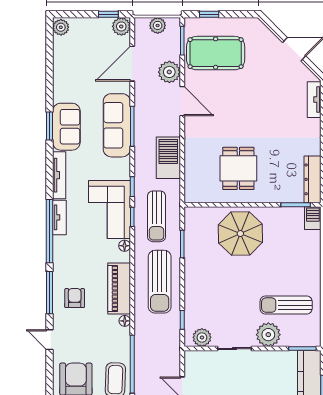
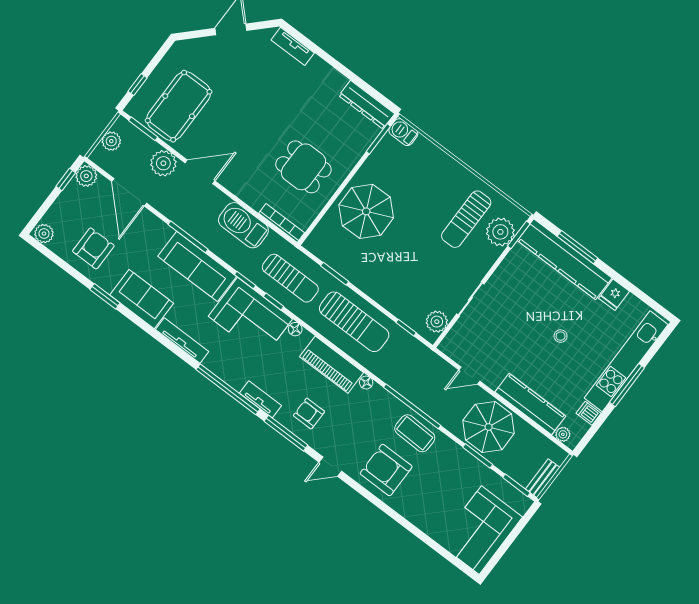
armchair: (76, 68) -> (93, 248), added
sofa: (117, 125) -> (197, 266), moved
window: (50, 126) -> (105, 296), moved
bookcase: (189, 182) -> (282, 223), added
tv unit: (59, 217) -> (260, 399), moved
plant: (268, 335) -> (500, 232), moved

